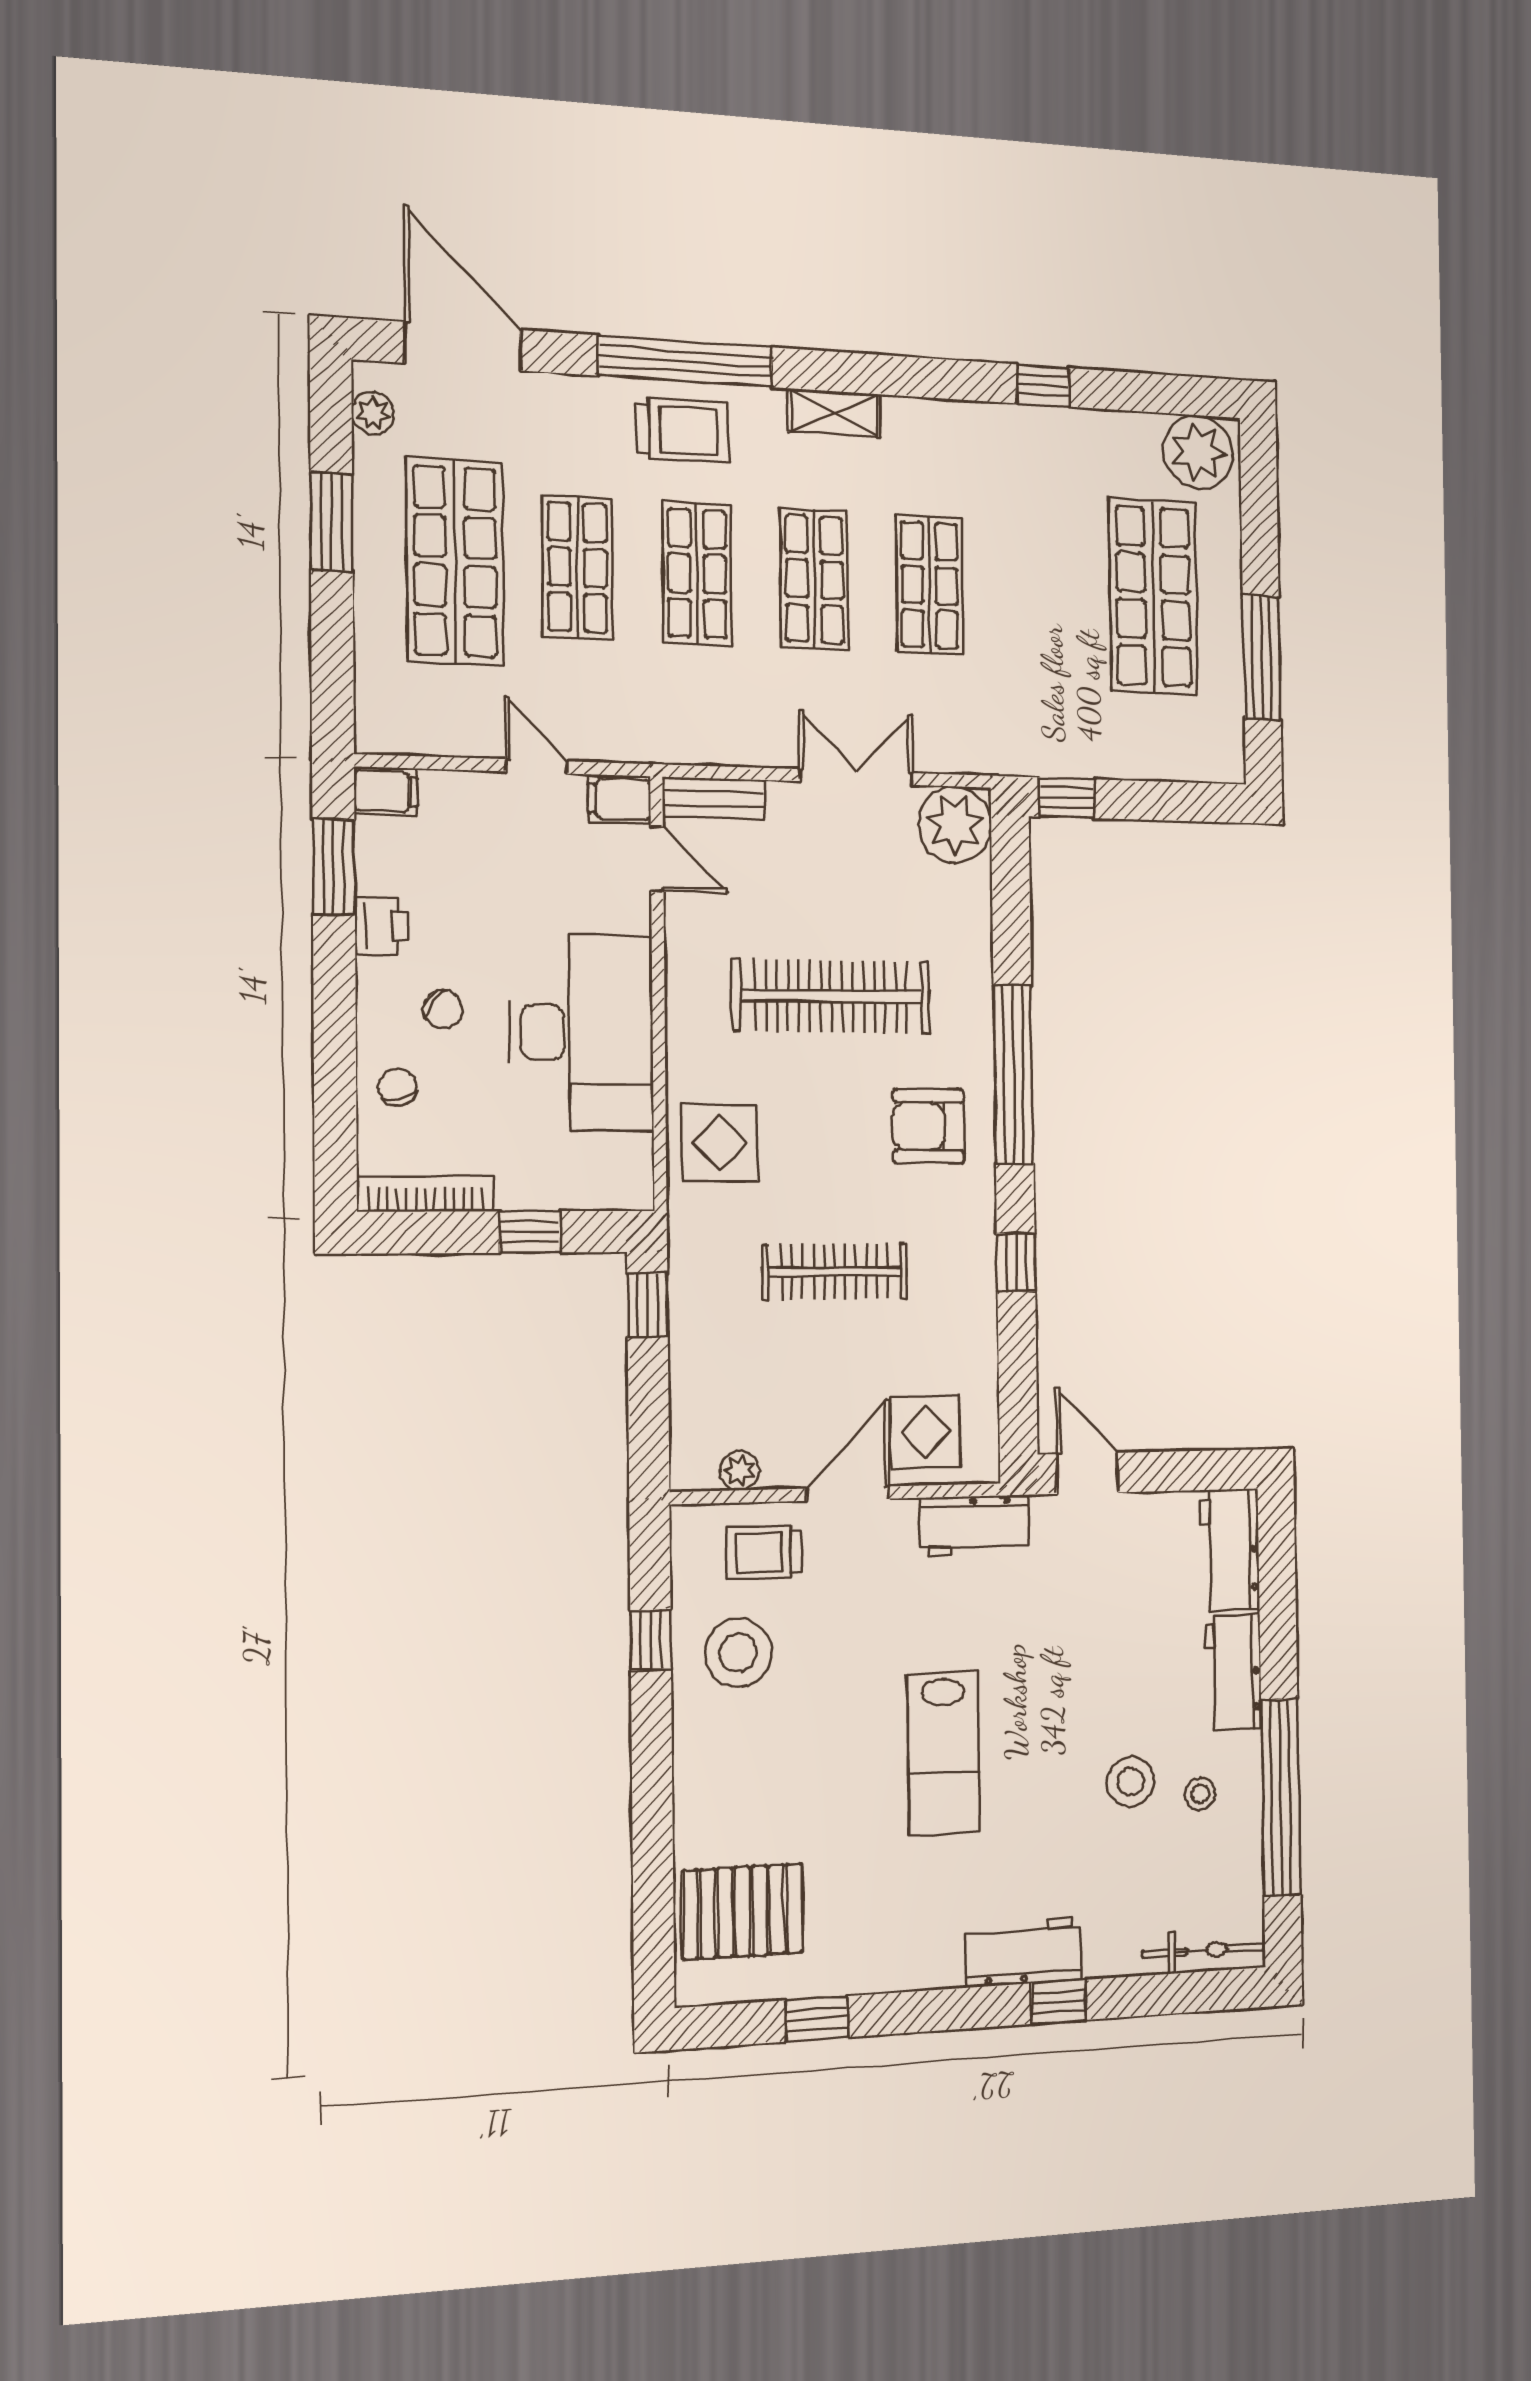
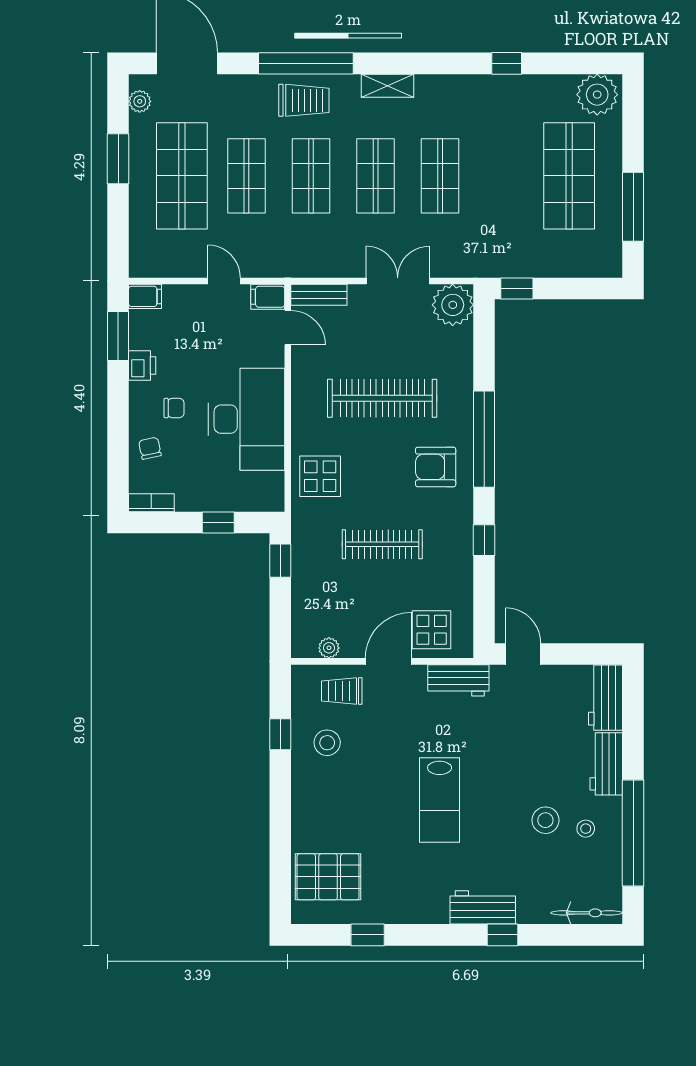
chair: (443, 1009) -> (174, 408), turned -36
bookcase: (426, 1194) -> (151, 503), width x0.64
stool: (738, 1653) -> (327, 743), width x0.73, depth x0.73

